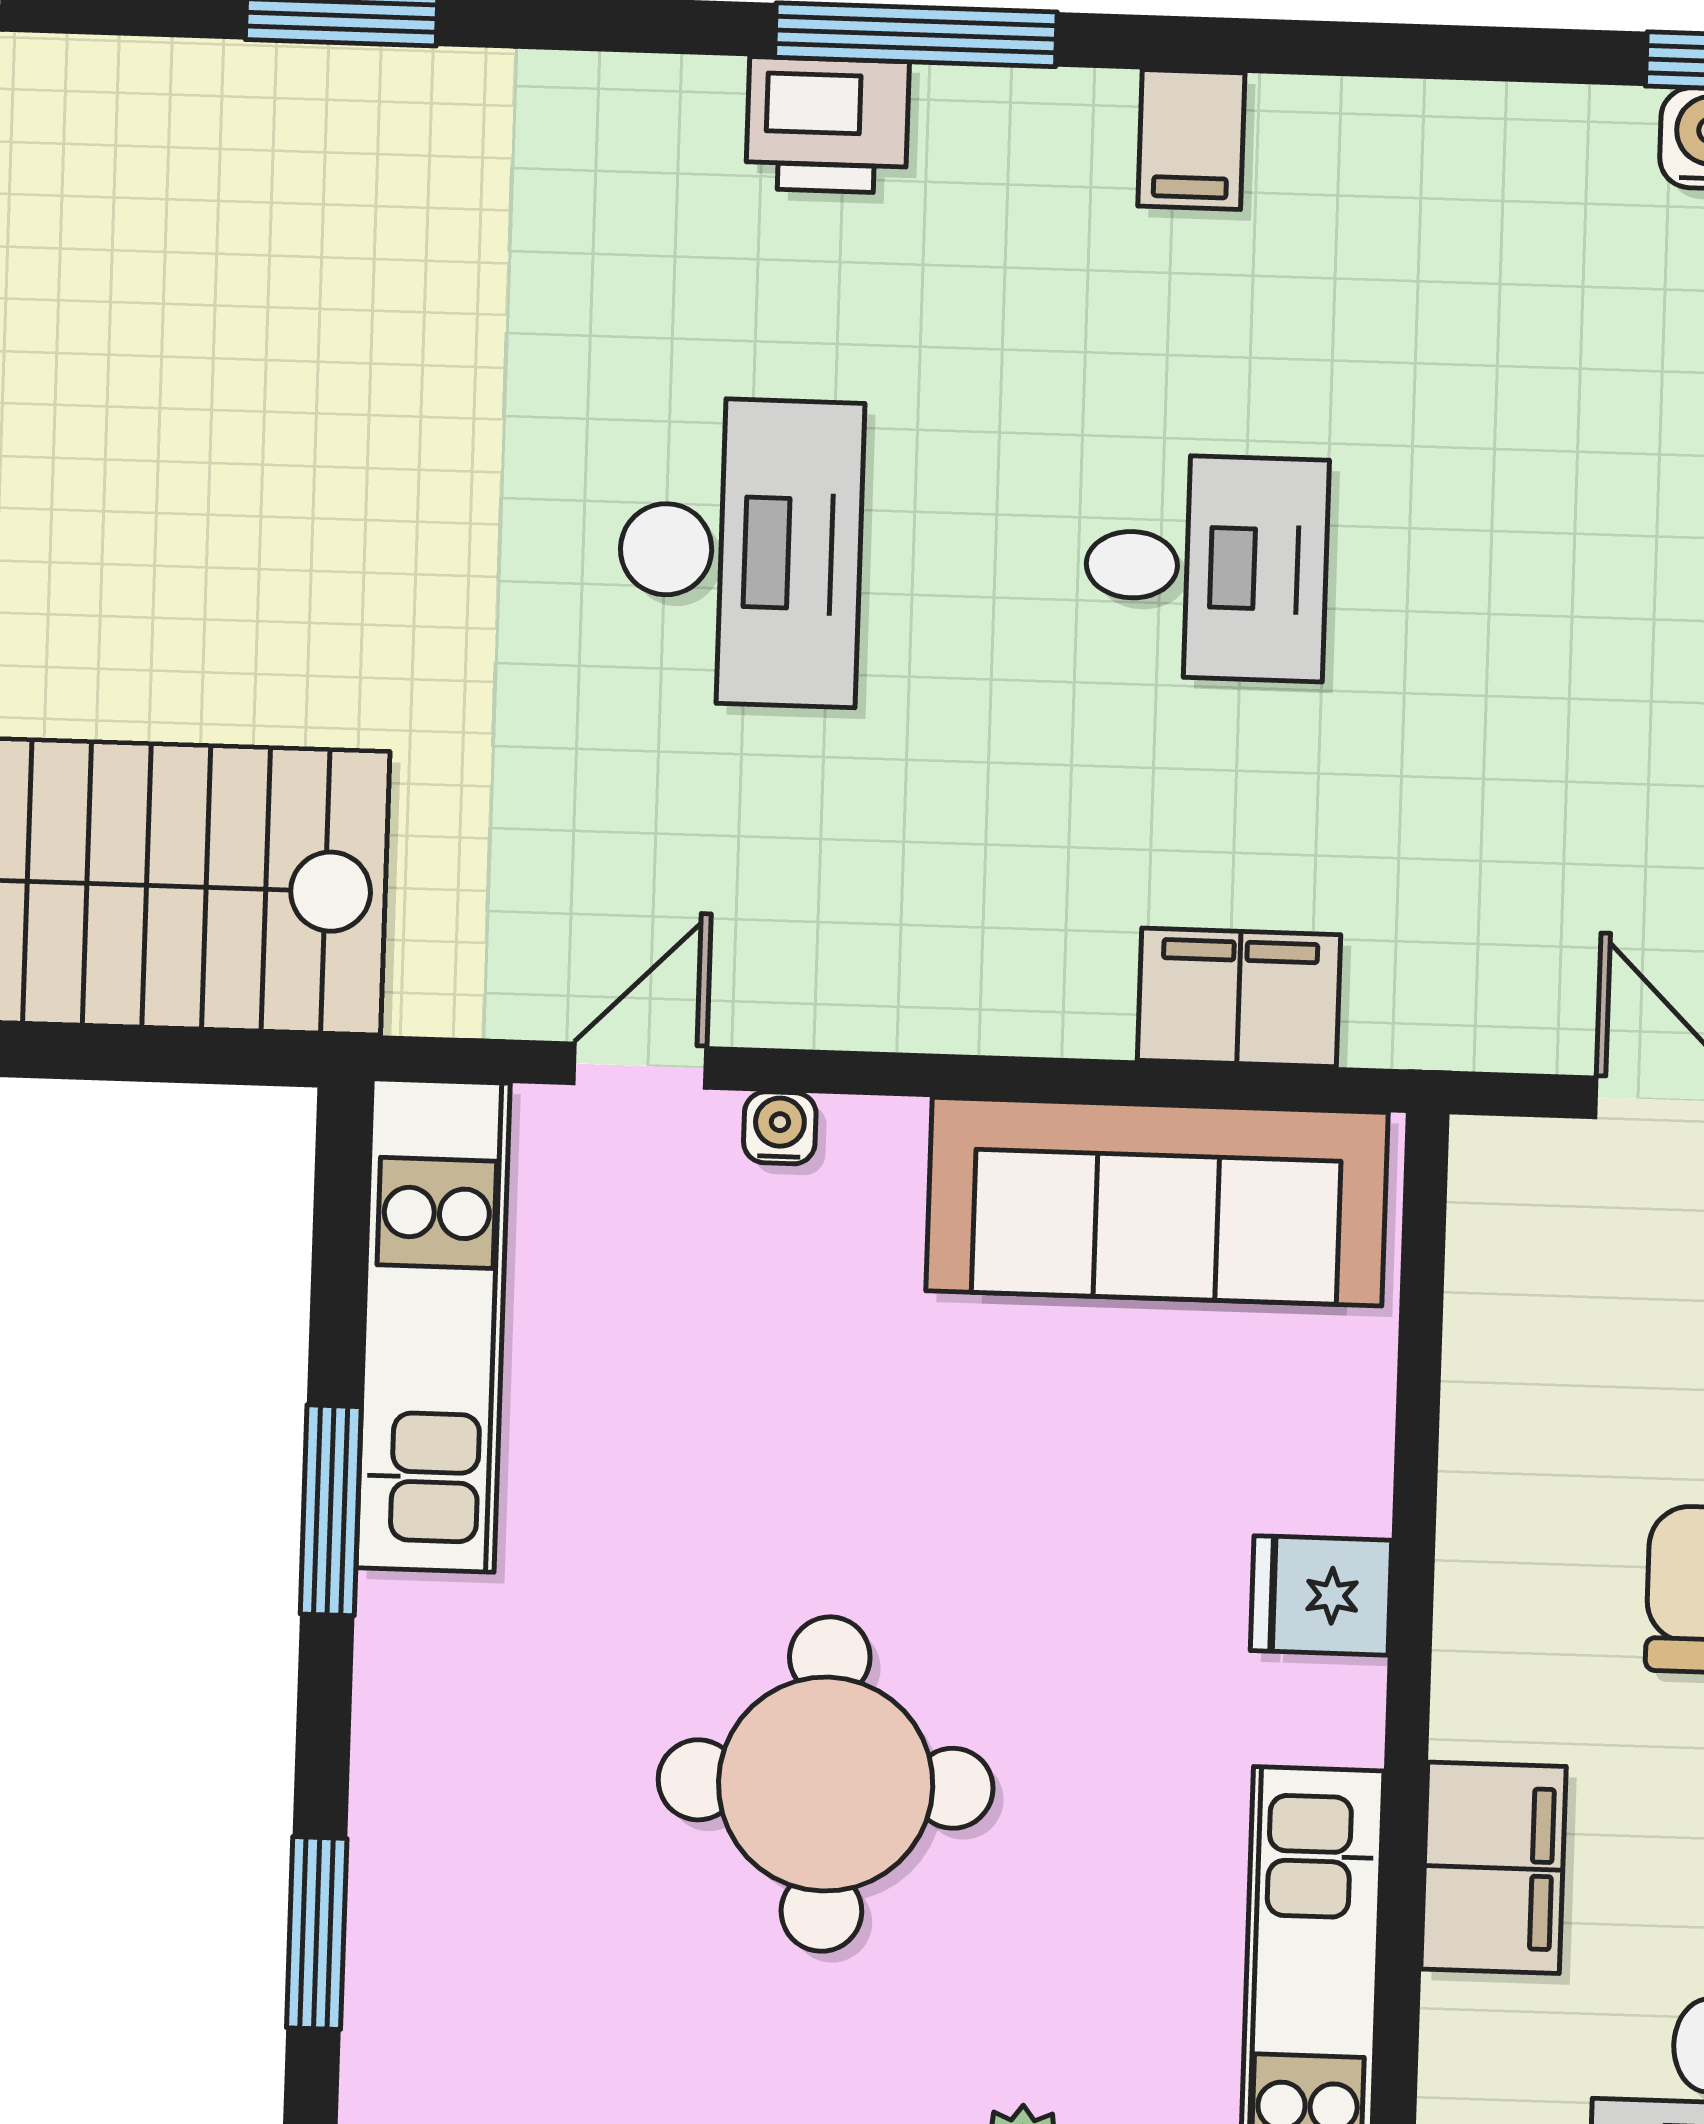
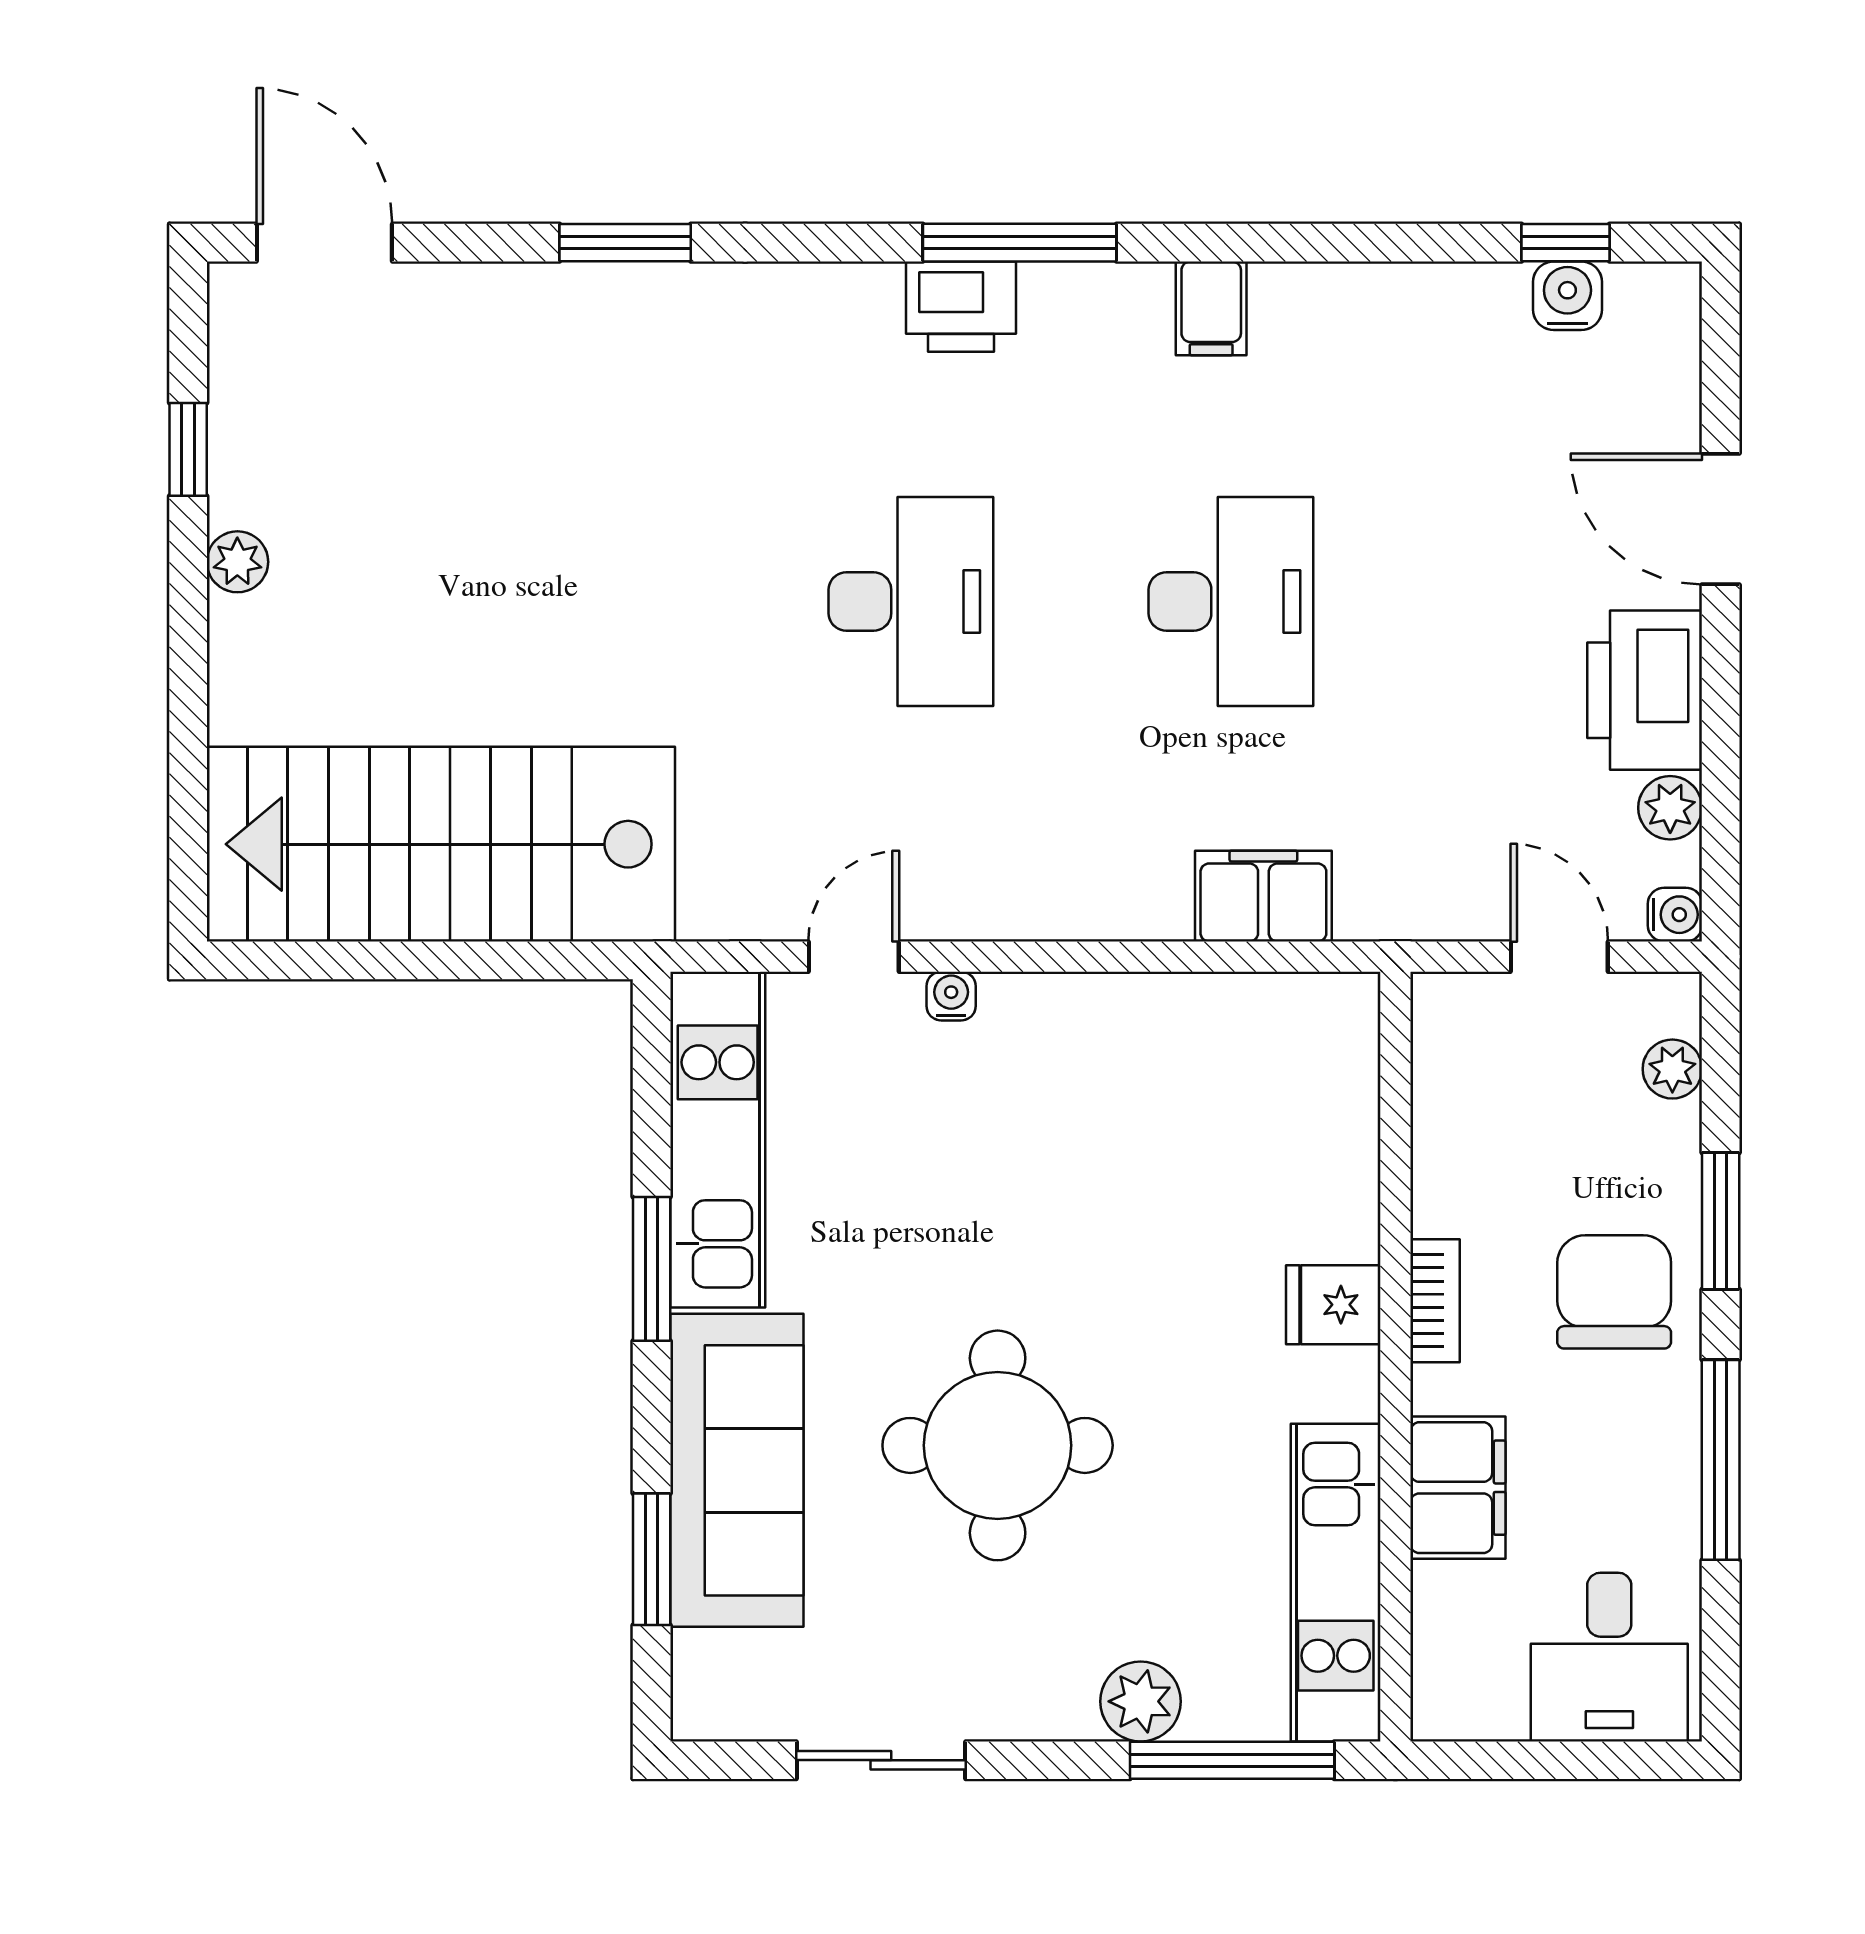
desk: (1206, 567) -> (1231, 602), width x1.37
sofa: (1157, 1202) -> (737, 1470), moved, turned -90
bookcase: (1469, 1595) -> (1435, 1301), added

